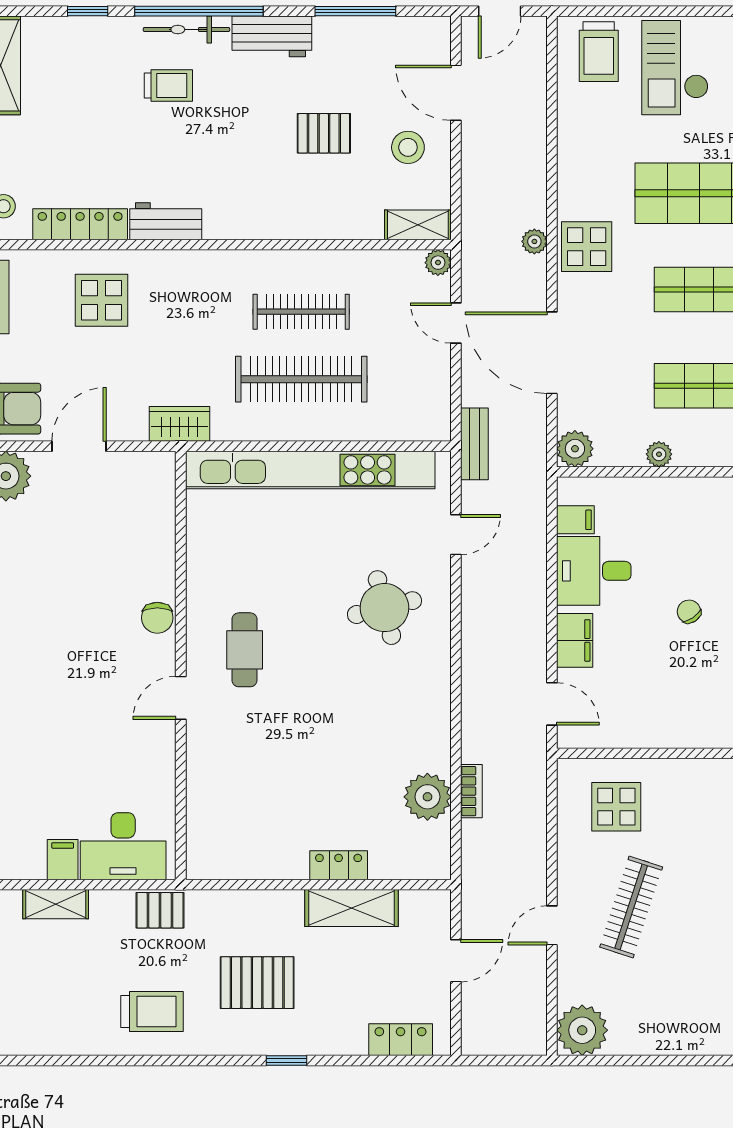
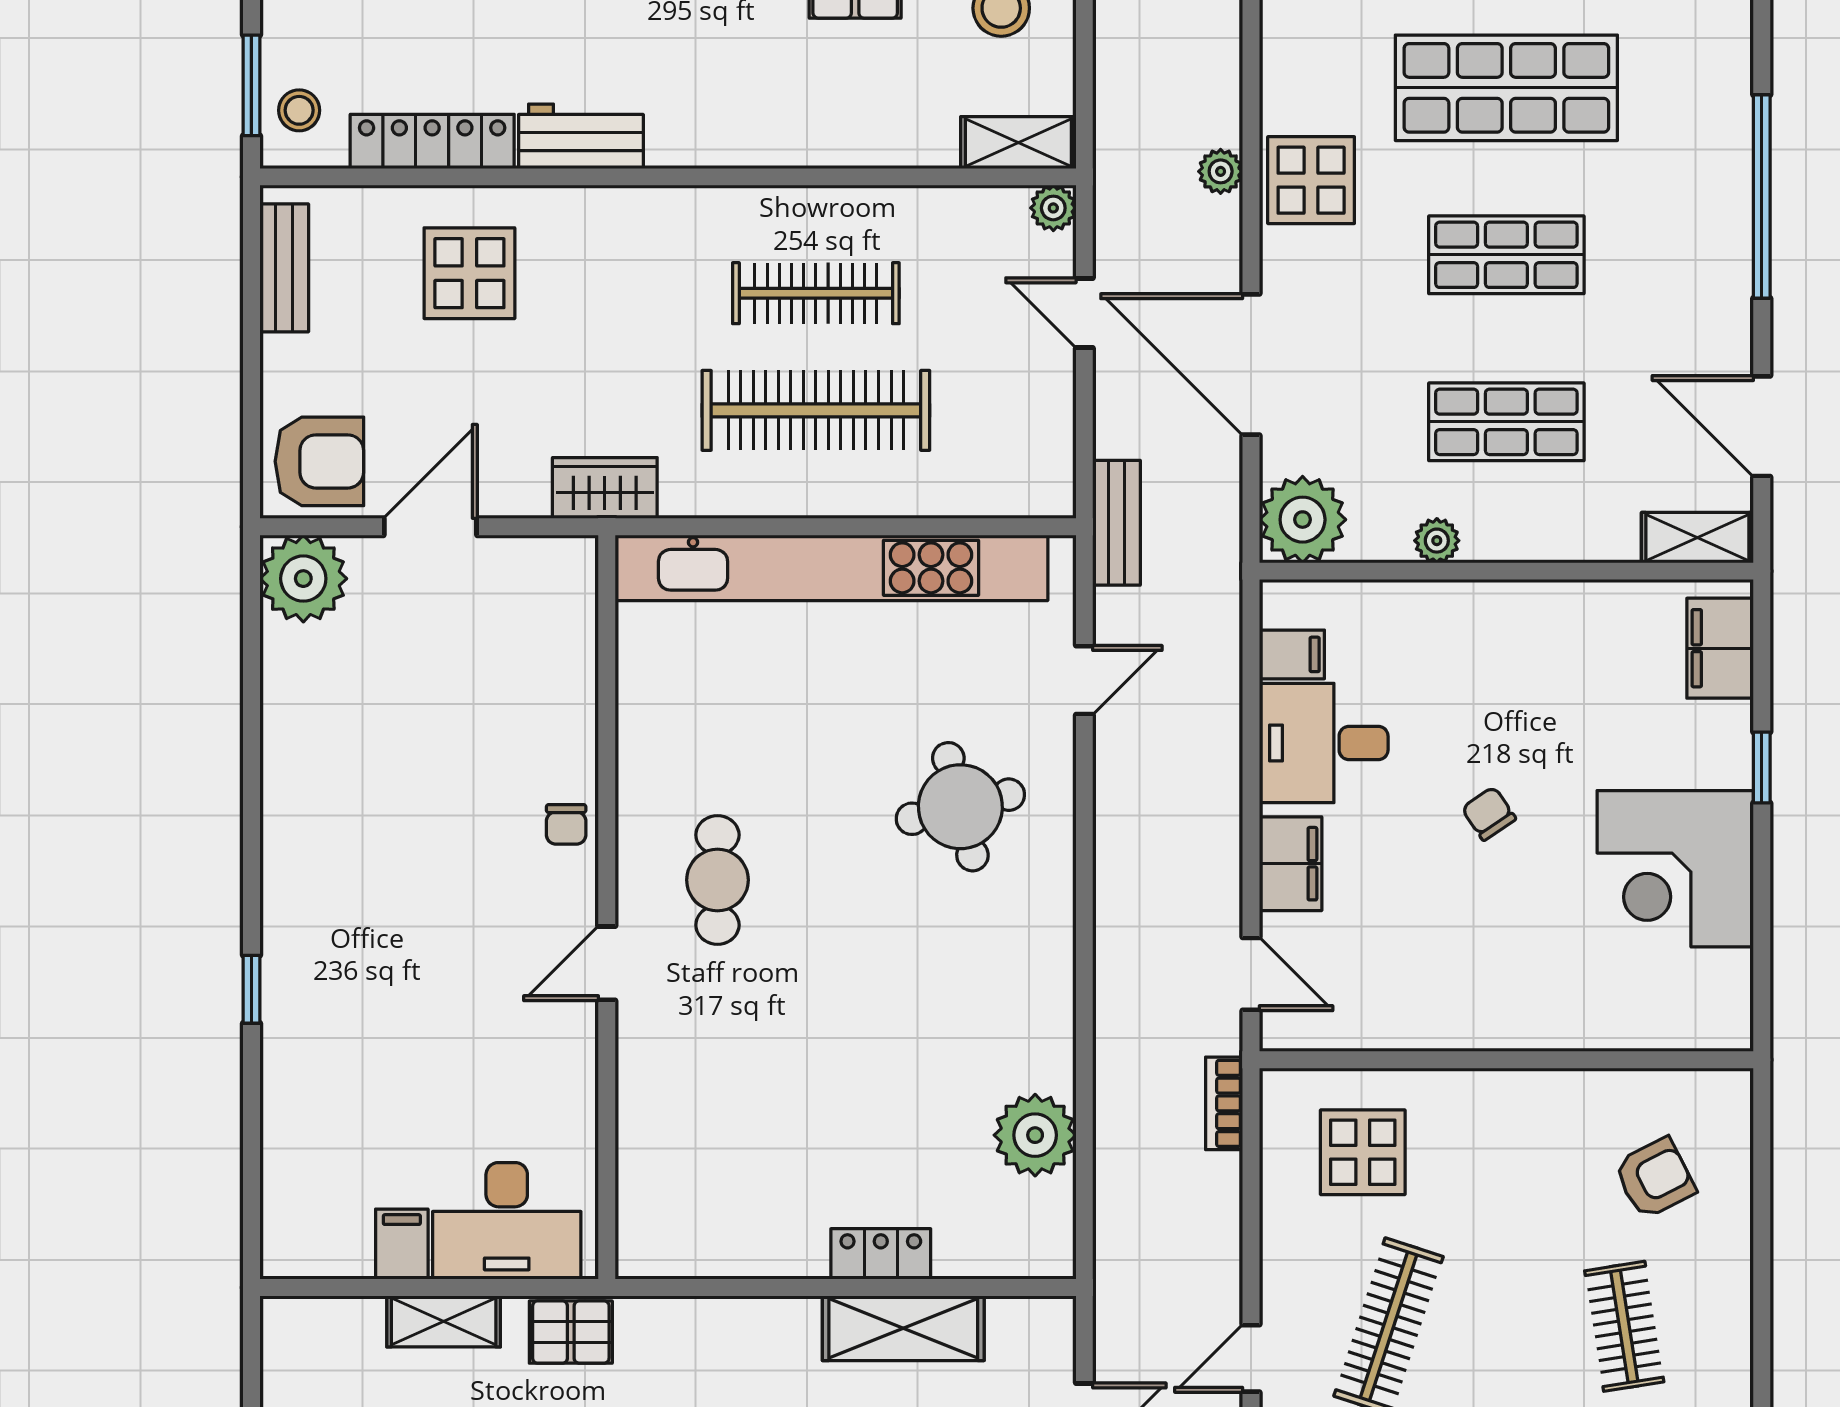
plant: (575, 449) -> (1303, 520), width x1.36, depth x1.36
chair: (157, 618) -> (566, 824), width x0.73, depth x0.73
bookcase: (471, 791) -> (1224, 1103), moved, turned 180
shelving: (56, 904) -> (444, 1321), moved

